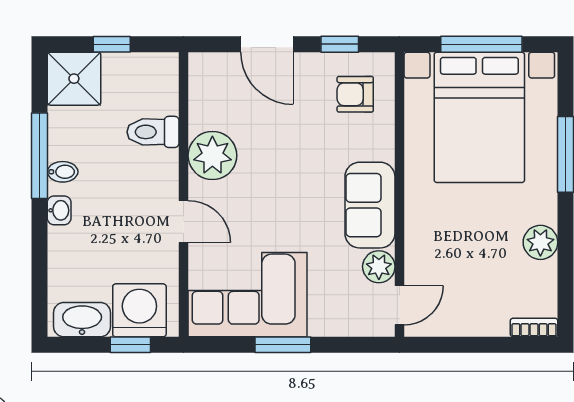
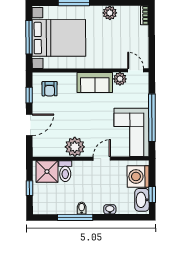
shower: (74, 79) -> (47, 172), moved
washbasin: (59, 210) -> (110, 209), moved
window: (130, 345) -> (152, 194), moved
window: (283, 345) -> (152, 118), width x2.11

